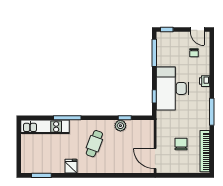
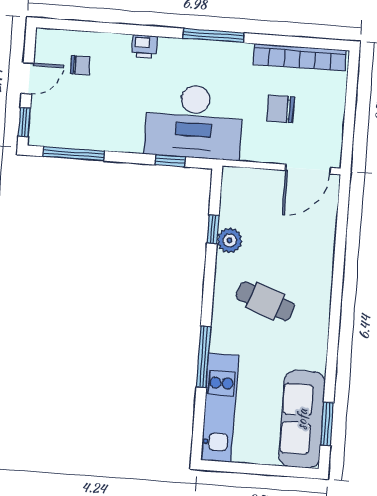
door: (197, 30) -> (27, 78), moved
desk: (173, 88) -> (194, 122), moved
sofa: (43, 164) -> (302, 419), added
fridge: (71, 166) -> (312, 356), removed

